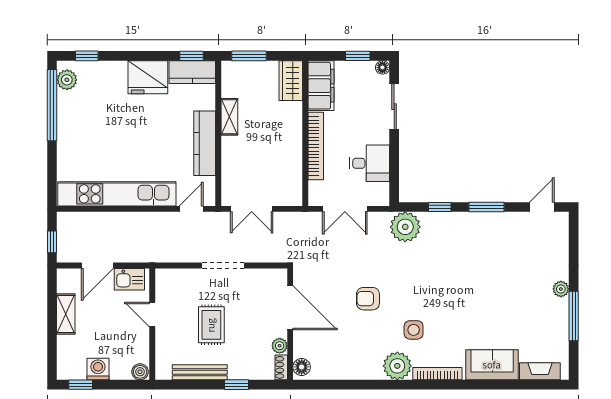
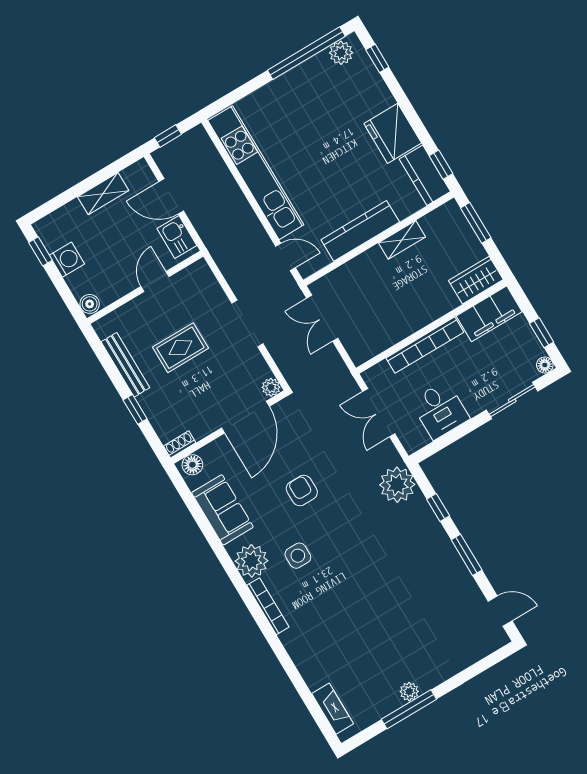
plant: (561, 289) -> (409, 692), moved
plant: (280, 346) -> (271, 387), moved
sofa: (492, 365) -> (222, 510), moved

